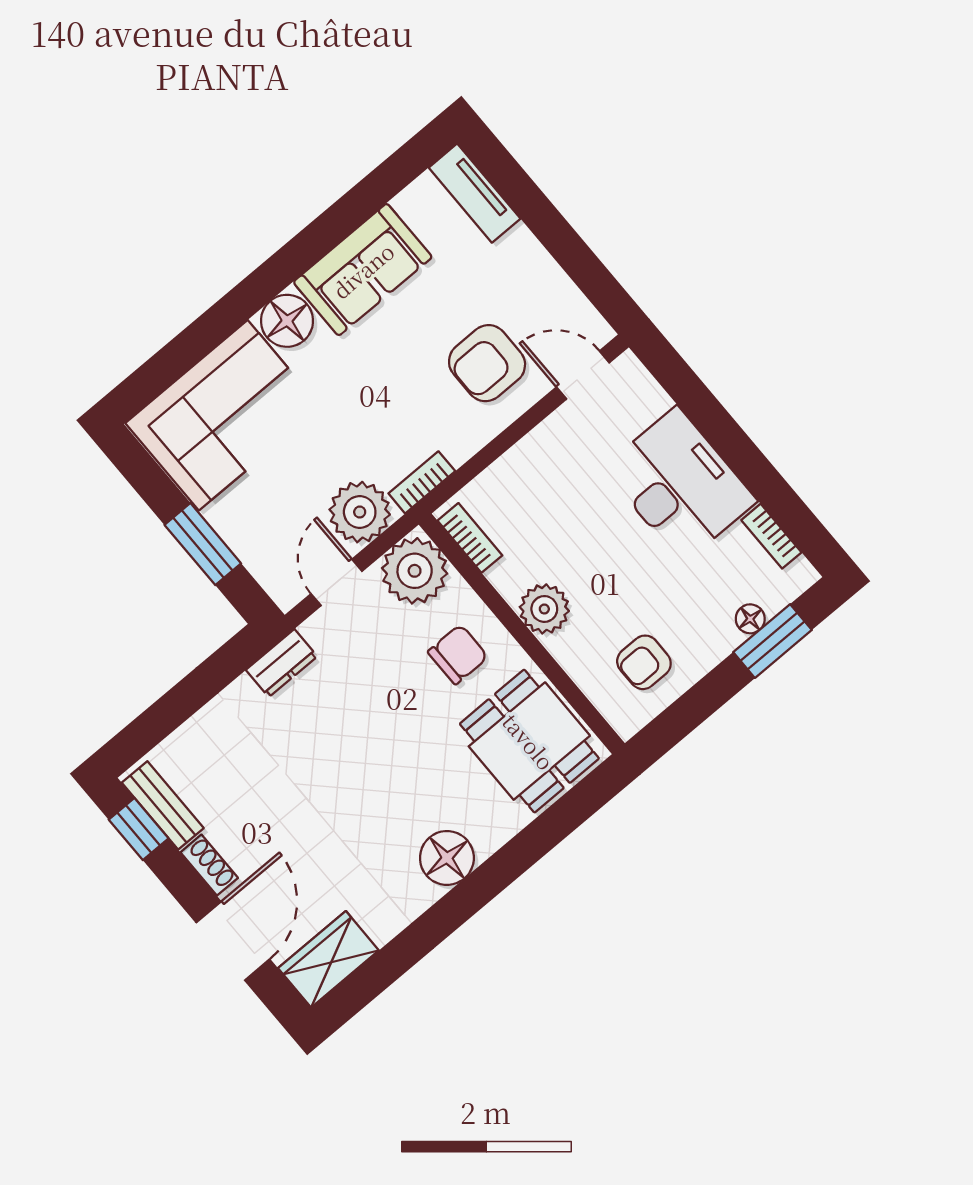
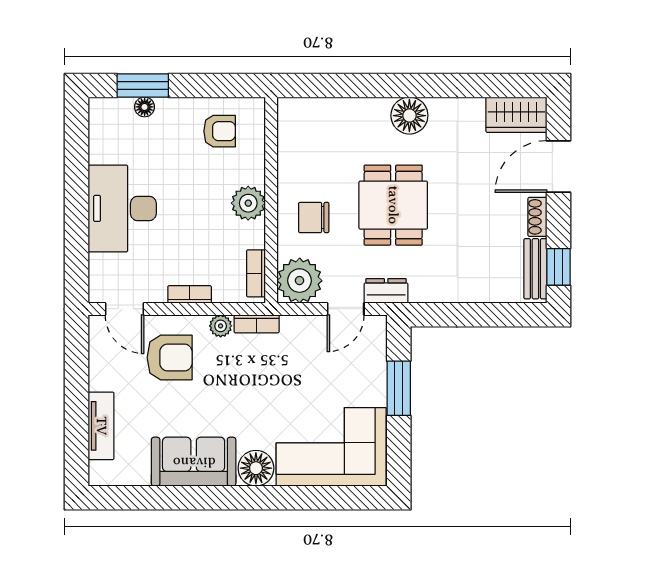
tv unit: (475, 193) -> (101, 426), moved
plant: (360, 512) -> (221, 326), moved, width x0.53, depth x0.53
bookcase: (771, 536) -> (190, 294), moved, turned -90
dresser: (282, 663) -> (386, 291), moved
dining table: (529, 741) -> (393, 205), moved

